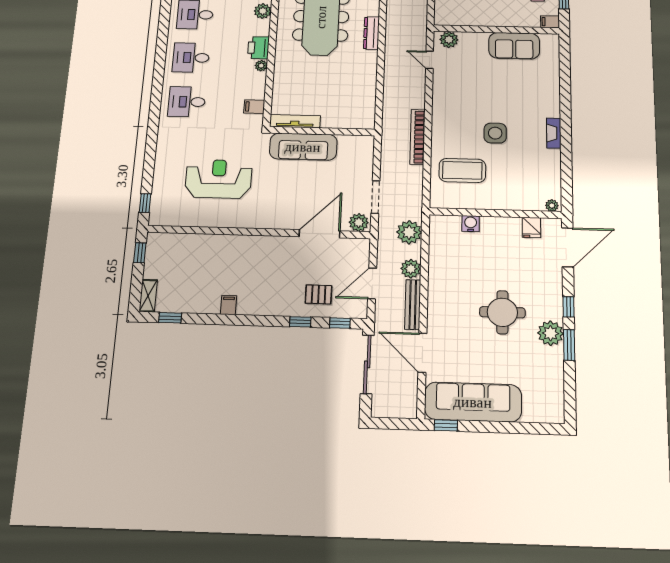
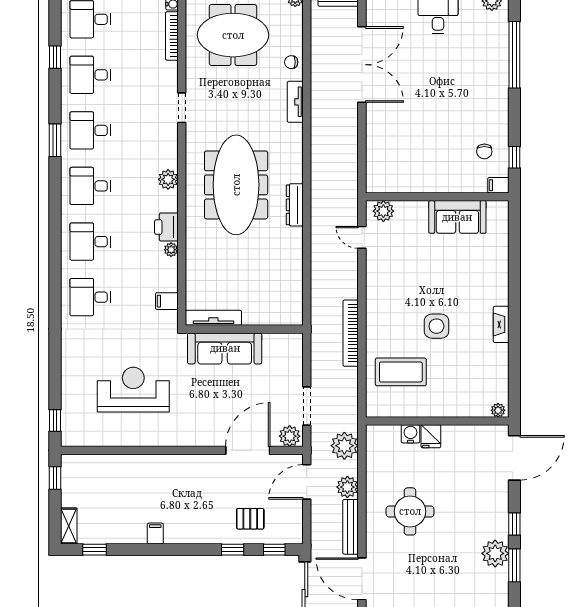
fridge: (531, 227) -> (431, 436), moved
door: (372, 283) -> (307, 482), moved
round table: (502, 312) -> (410, 511), moved

